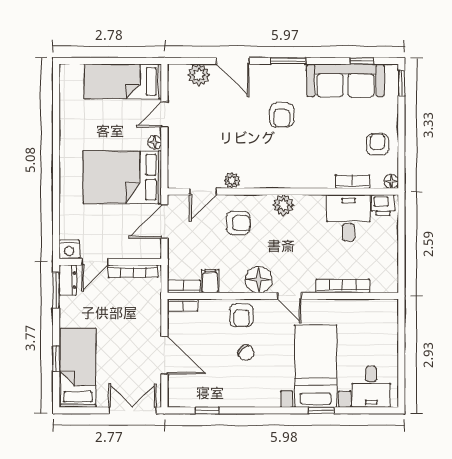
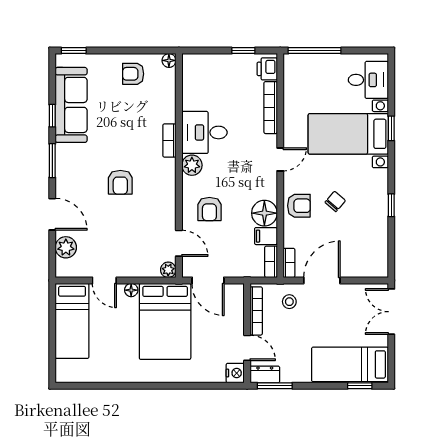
door: (233, 61) -> (52, 214), hinge flipped
window: (362, 61) -> (52, 116), moved
armchair: (282, 115) -> (120, 182), moved, turned 90
plant: (232, 181) -> (168, 270), moved
bookcase: (353, 182) -> (169, 140), moved
printer: (383, 205) -> (267, 69), moved, turned 180
desk: (348, 218) -> (204, 132), moved
armchair: (238, 223) -> (209, 209), turned 180
window: (401, 258) -> (243, 51), added
floor lamp: (259, 280) -> (264, 213), moved
stool: (143, 305) -> (289, 302), added
window: (401, 331) -> (315, 51), added
door: (164, 355) -> (322, 280), moved
window: (56, 358) -> (360, 386), moved
window: (207, 410) -> (391, 205), moved

